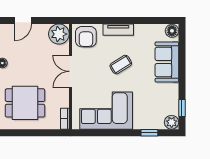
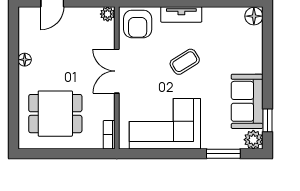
plant: (59, 34) -> (108, 14), width x0.53, depth x0.53
sofa: (167, 62) -> (247, 101), moved
window: (149, 133) -> (223, 154), width x1.50

